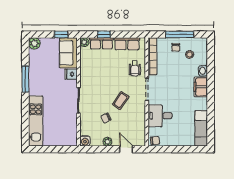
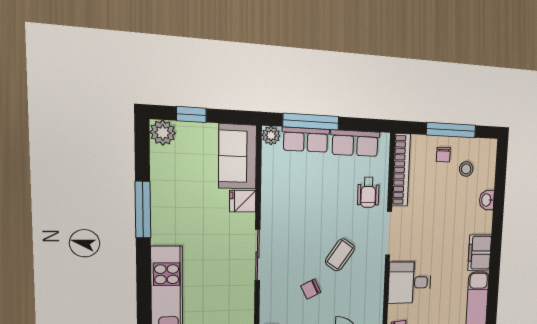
window: (61, 34) -> (191, 114), moved
window: (104, 34) -> (311, 122), width x2.17
filing cabinet: (201, 87) -> (480, 253), moved

